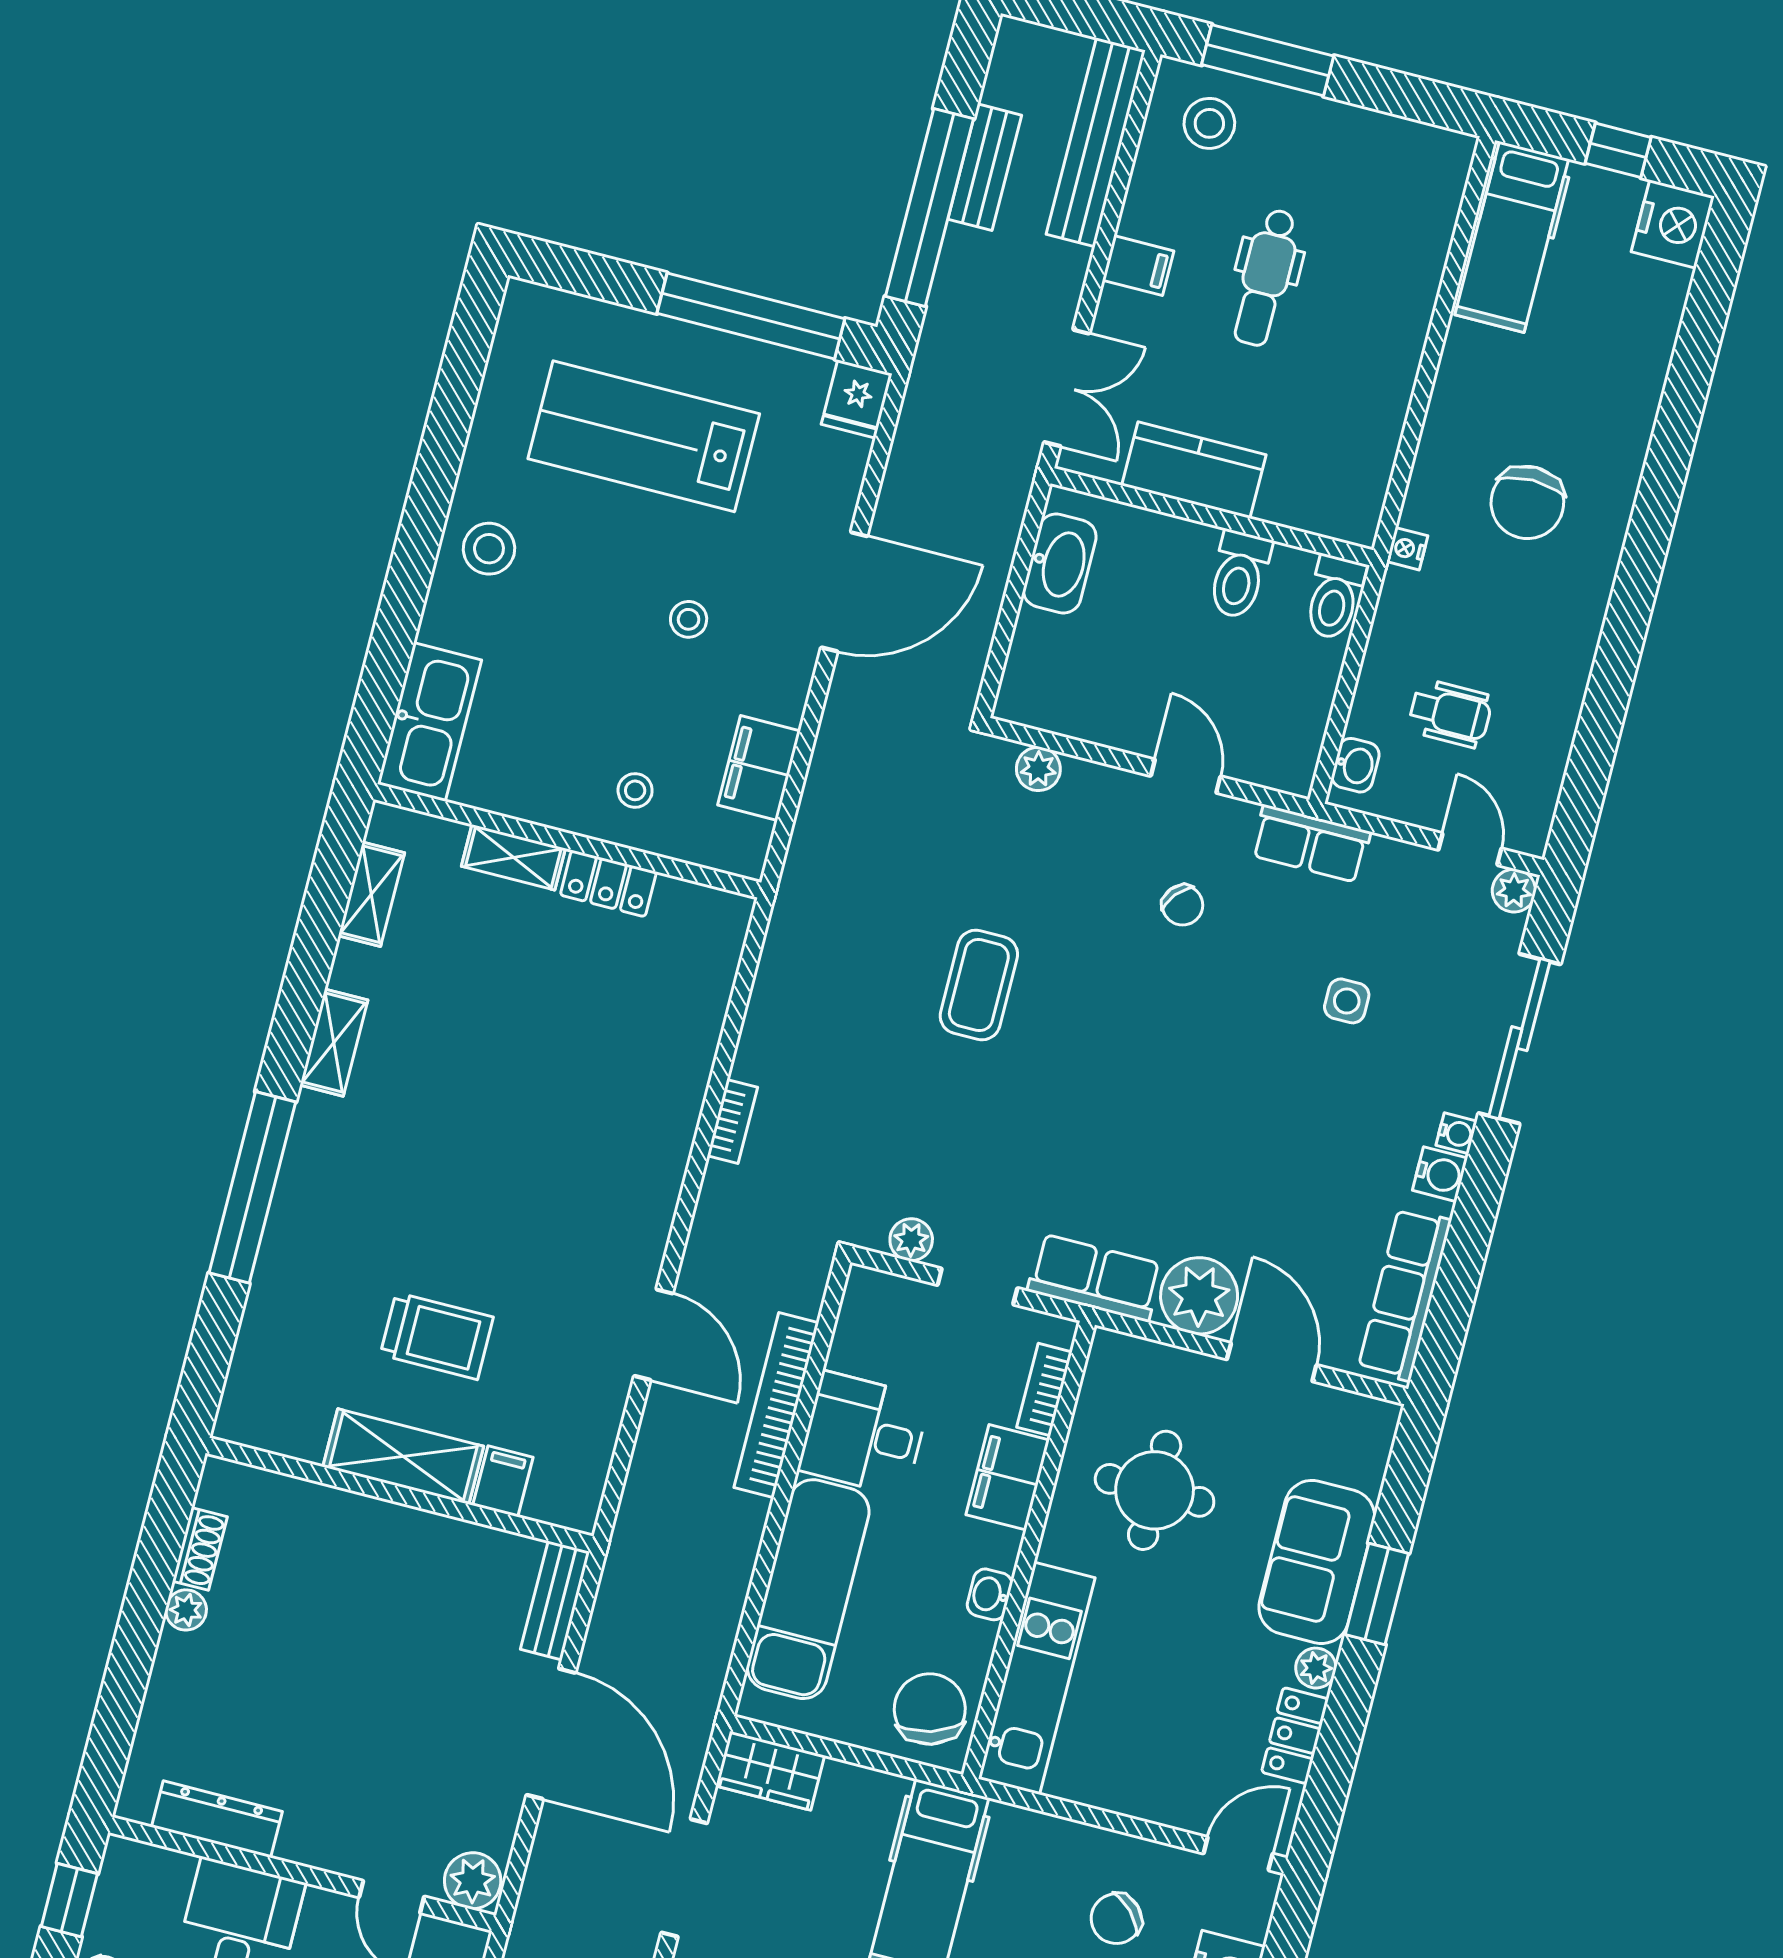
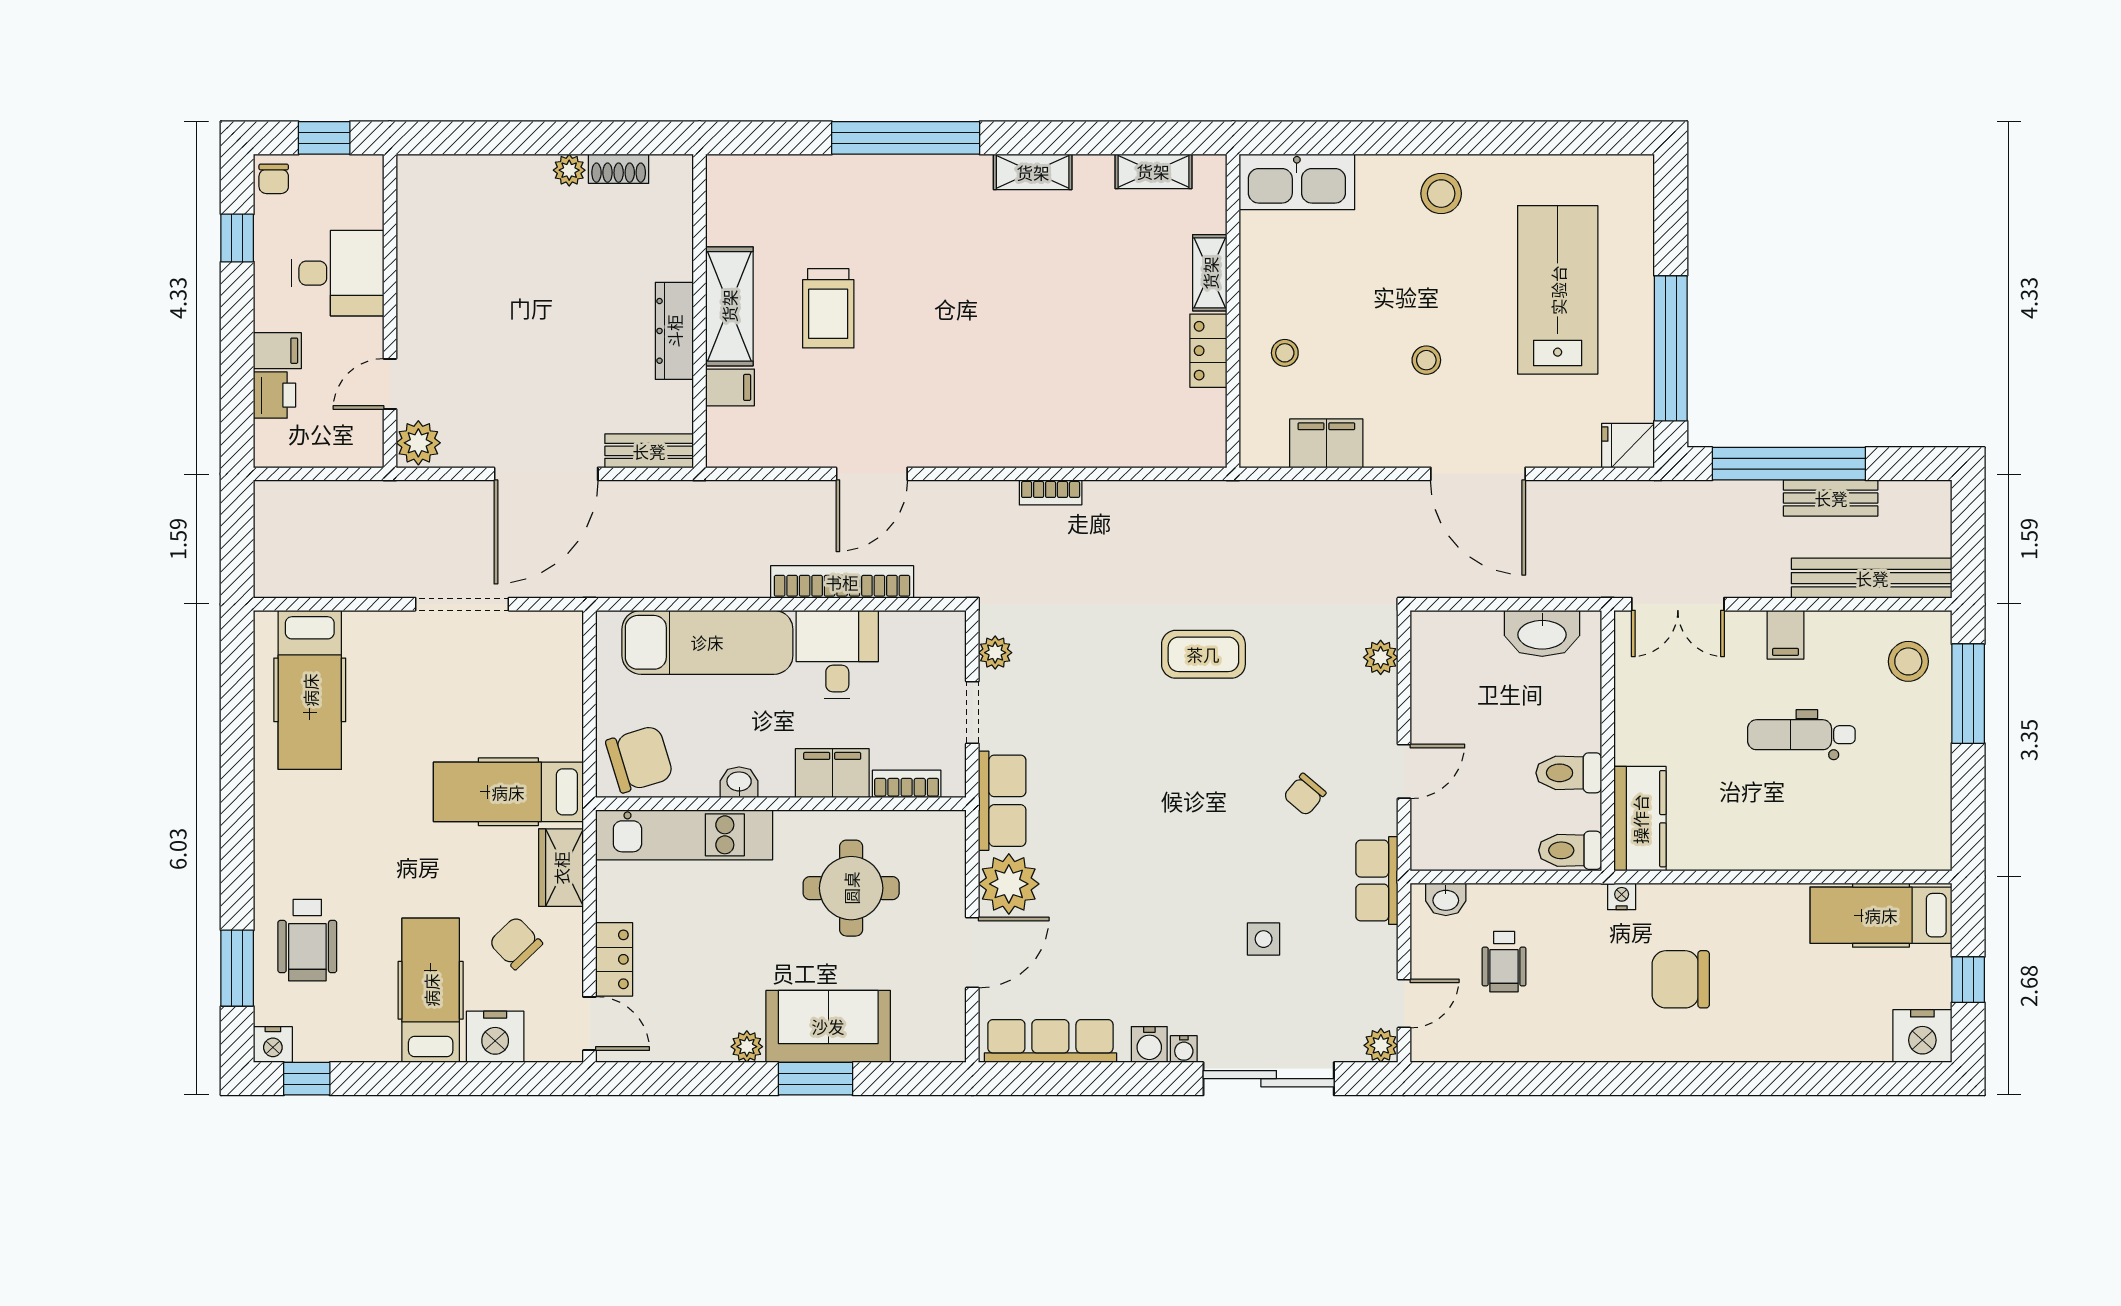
kitchen counter: (1194, 470) -> (1640, 819), moved
locker: (1295, 1736) -> (614, 959), moved, turned 90
wardrobe: (770, 1771) -> (561, 868), moved
dresser: (217, 1819) -> (674, 331), moved, turned 180

